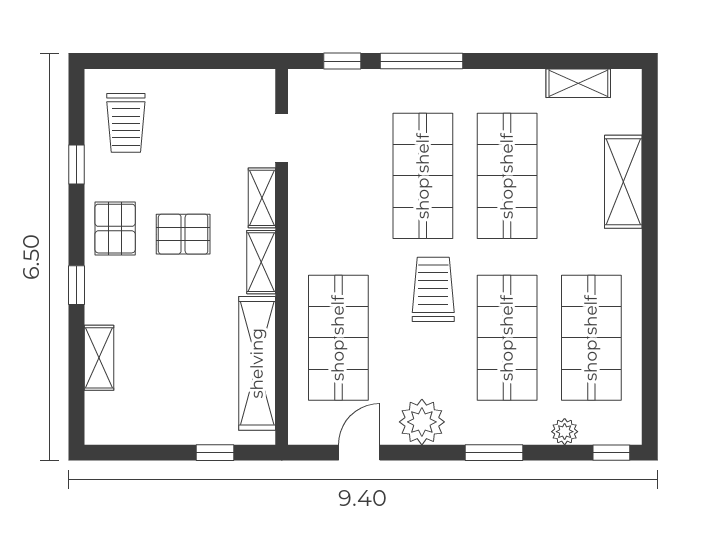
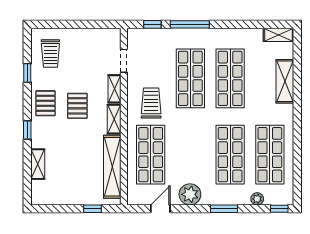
shelving: (578, 83) -> (278, 35), moved
pallet: (183, 234) -> (77, 106), turned 90
trolley: (433, 289) -> (151, 103), moved

